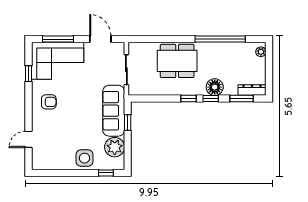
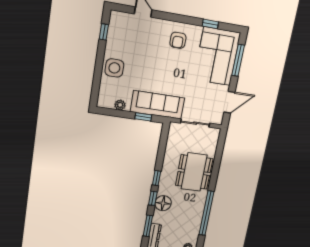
plant: (115, 147) -> (120, 105), width x0.53, depth x0.53
window: (106, 173) -> (104, 32), moved

